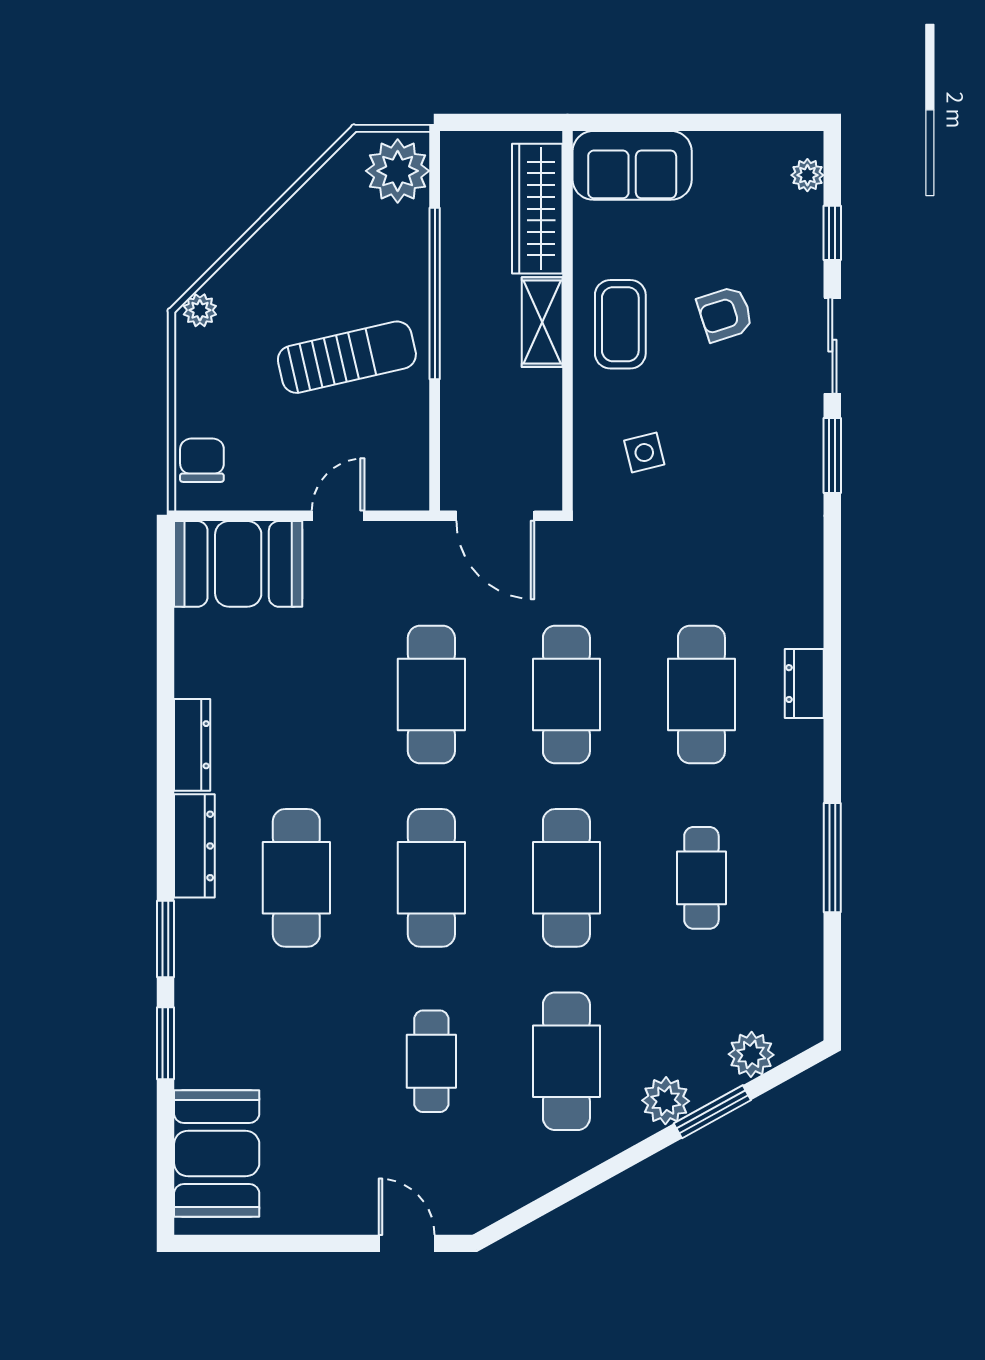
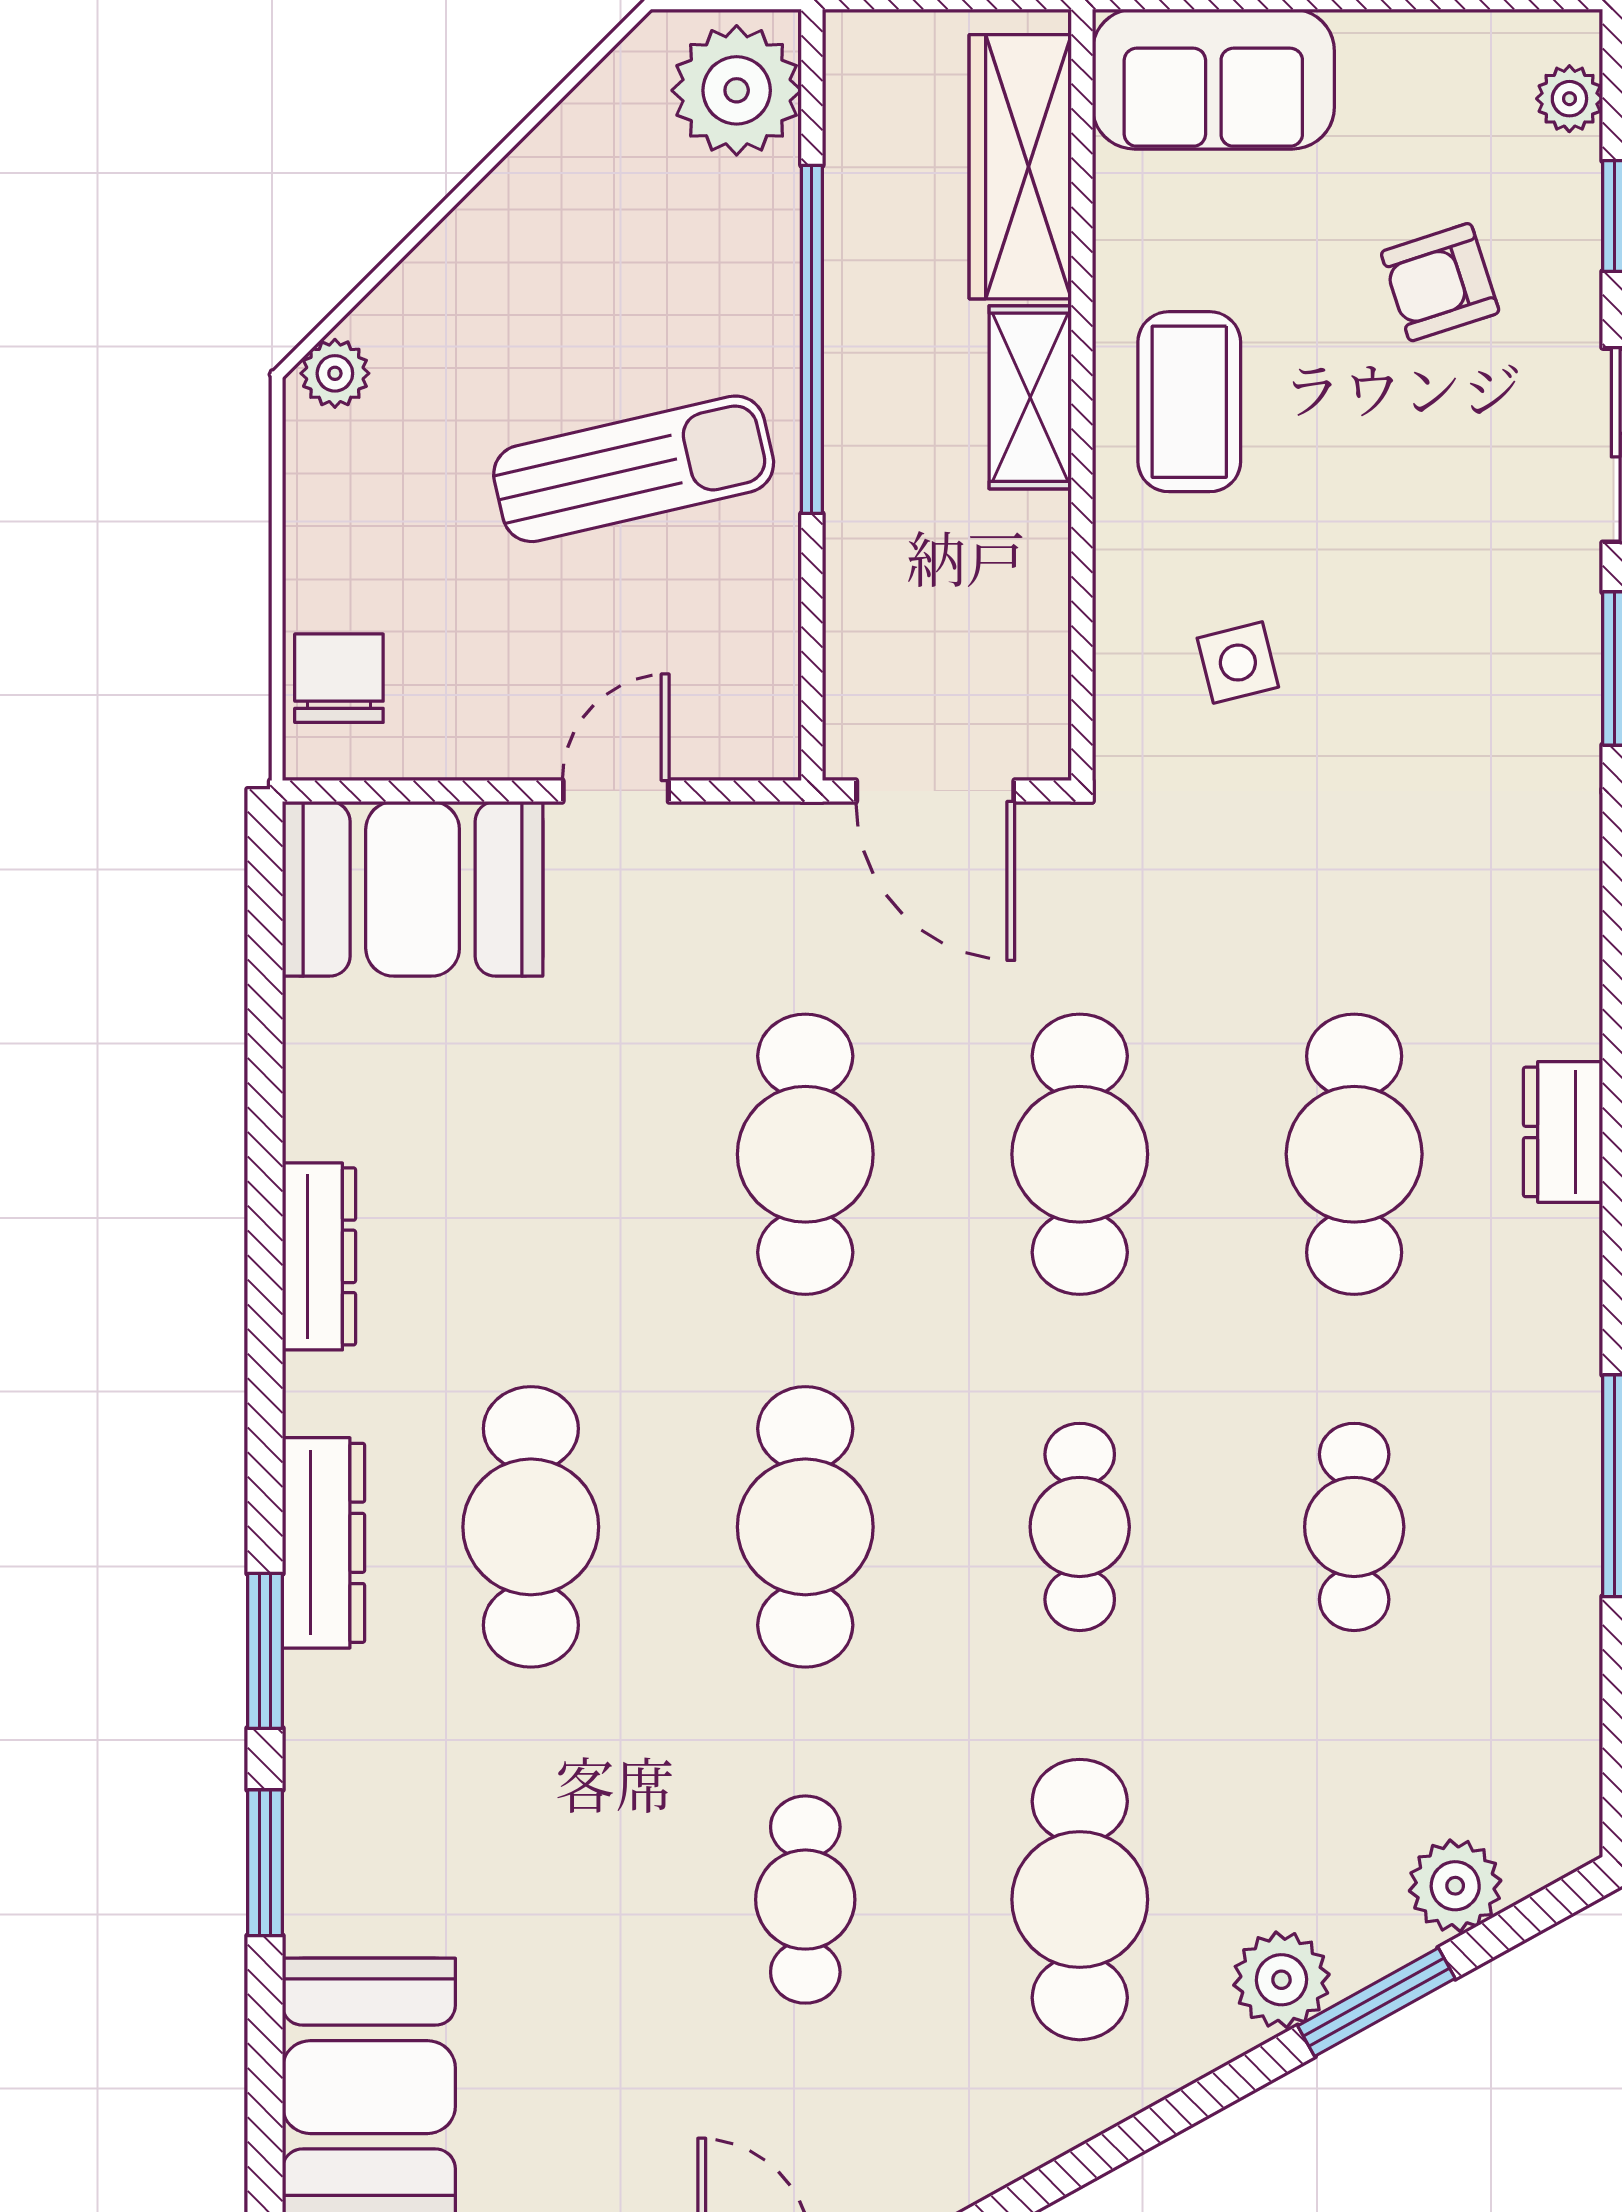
armchair: (725, 314) -> (1440, 282), moved
dresser: (194, 846) -> (324, 1543), moved
cafe table: (566, 878) -> (1080, 1527), width x0.73, depth x0.74

